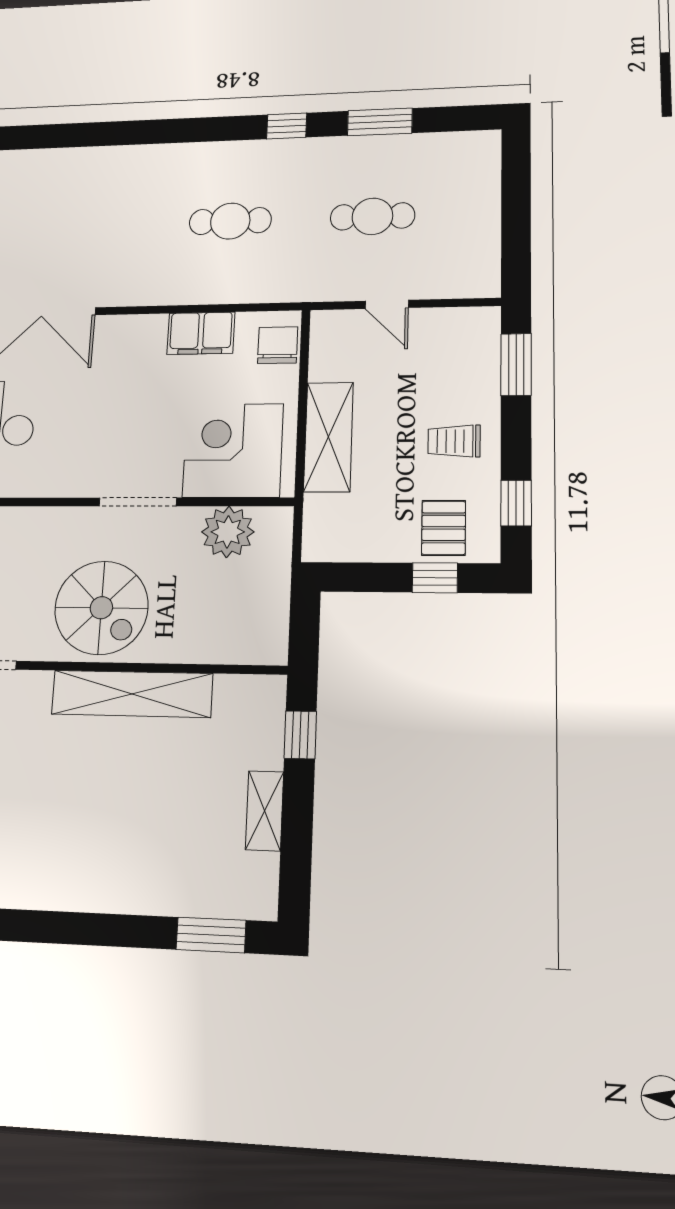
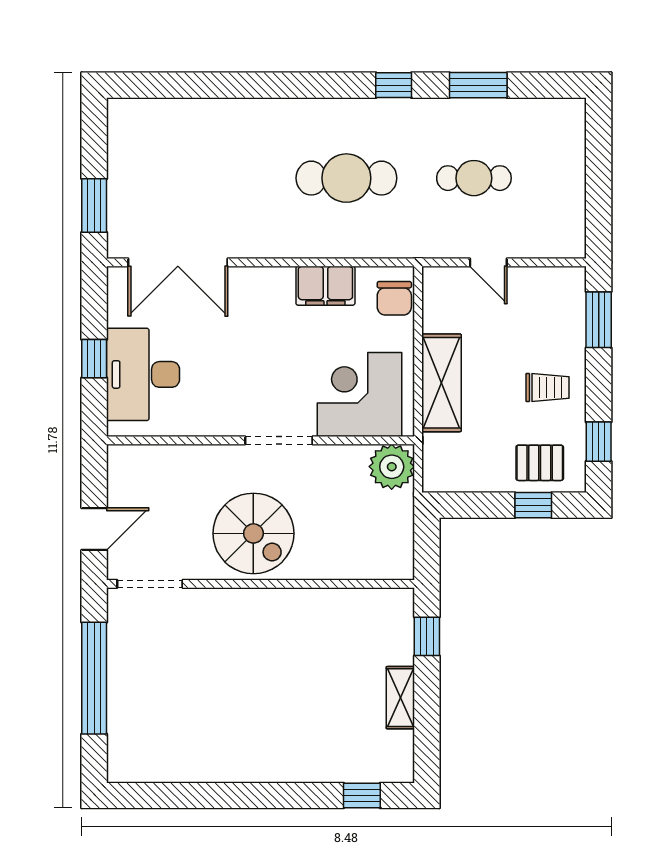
cafe table: (230, 221) -> (346, 178), width x1.37, depth x1.35
chair: (278, 345) -> (394, 298), turned 180
trolley: (454, 441) -> (547, 388), turned 180
pallet: (444, 528) -> (540, 463), turned 90
plant: (228, 532) -> (392, 467), moved
shelving: (132, 694) -> (285, 606), removed
window: (211, 935) -> (362, 796), width x0.67

